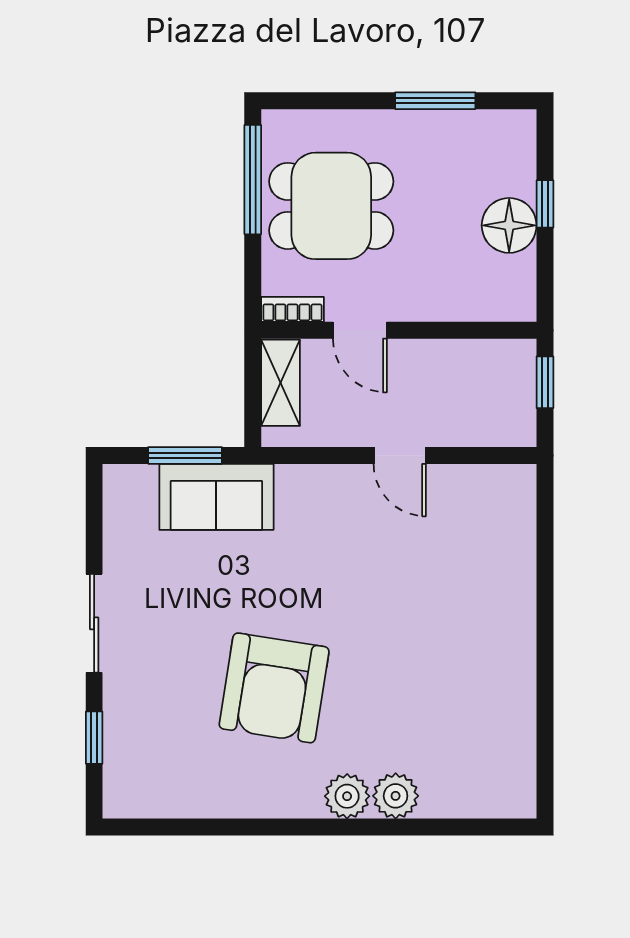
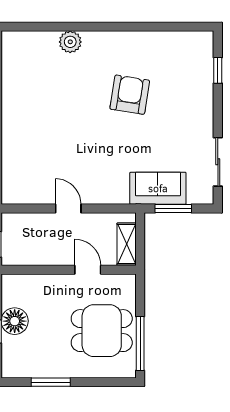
bookcase: (292, 309) -> (121, 280), removed
sliding door: (94, 623) -> (218, 162), moved
armchair: (274, 688) -> (130, 95), width x0.73, depth x0.73
plant: (347, 796) -> (94, 42), removed

